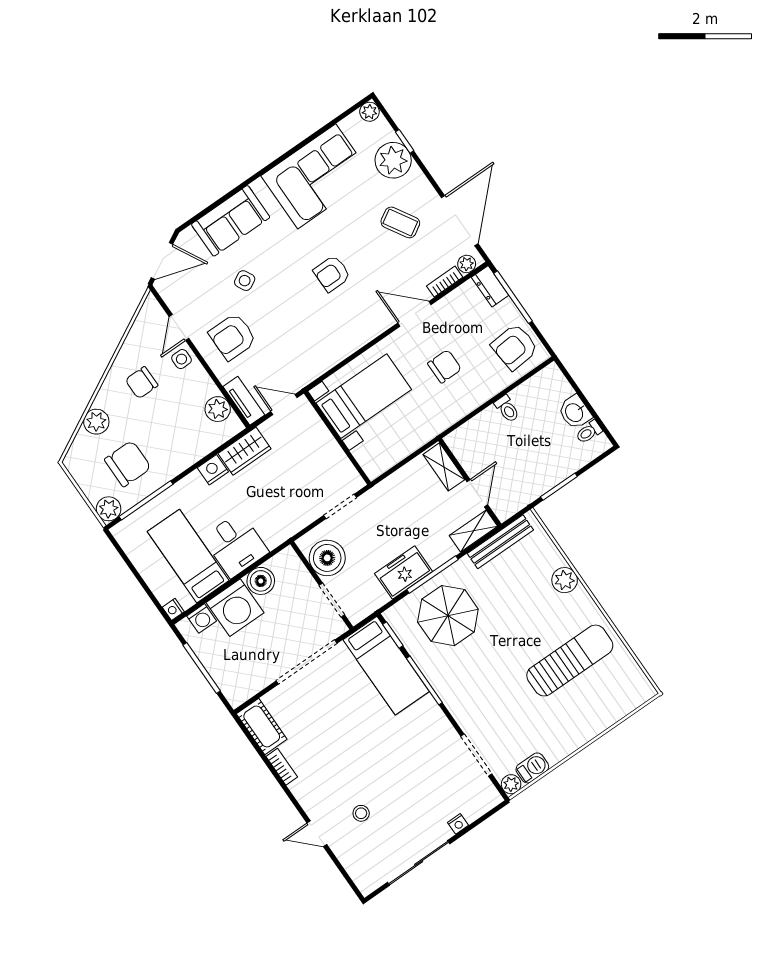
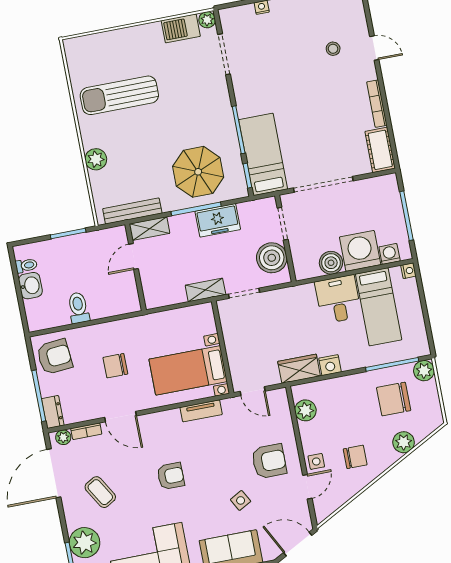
tv unit: (244, 401) -> (201, 411), moved, turned -90
toilet: (507, 409) -> (78, 308), width x1.37, depth x1.39
shelving: (444, 467) -> (205, 290), moved, turned 90
bookcase: (282, 767) -> (377, 104), width x1.56
barbecue: (532, 768) -> (181, 28), width x1.38, depth x1.27

